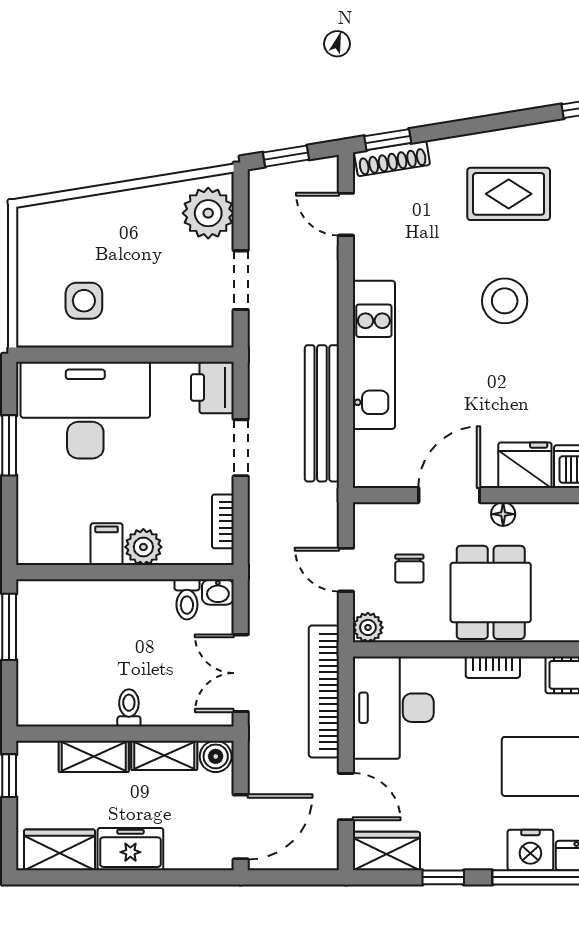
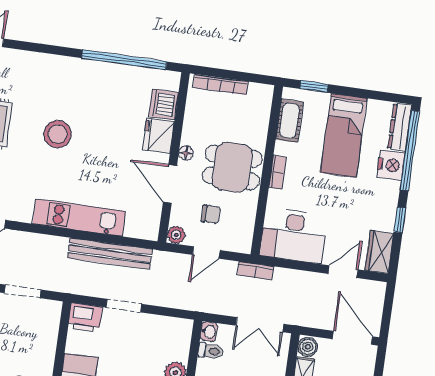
bookcase: (223, 521) -> (167, 323), removed
plant: (368, 627) -> (176, 235), moved
bookcase: (324, 691) -> (255, 271), width x0.43, depth x0.76

